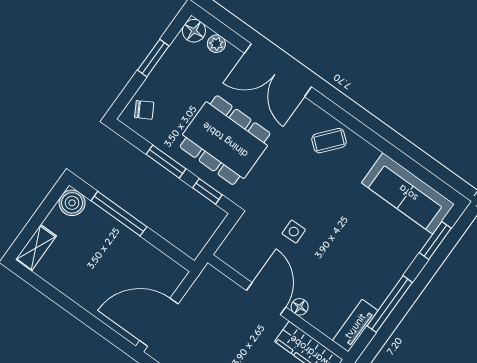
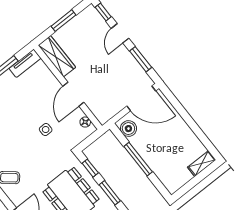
boiler: (72, 203) -> (128, 129), moved
window: (119, 214) -> (138, 159), moved
floor lamp: (300, 307) -> (85, 122), moved

